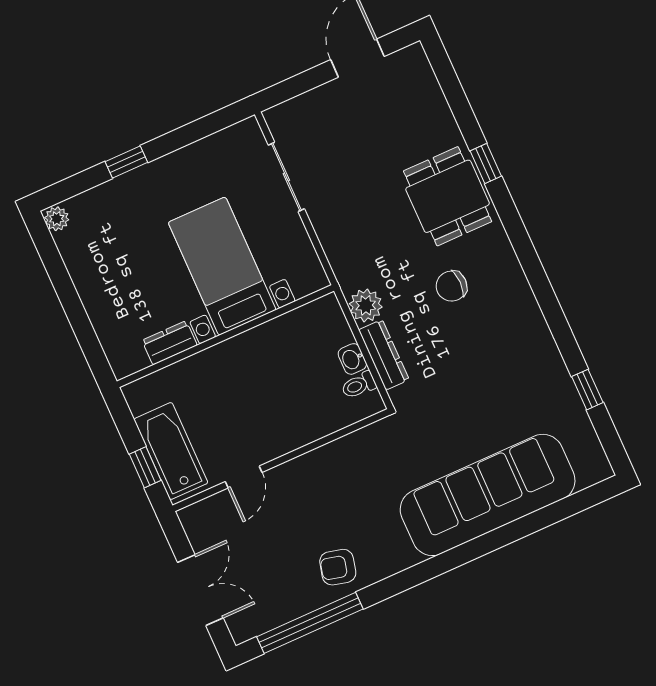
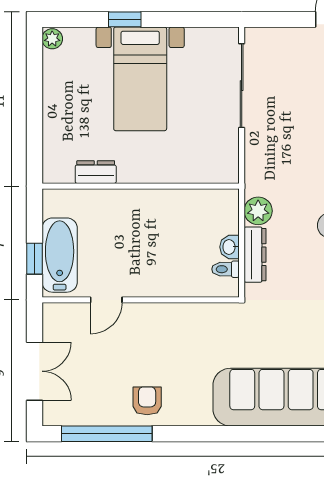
sliding door: (286, 177) -> (242, 86), width x1.37
bed with nightstands: (222, 266) -> (140, 79), moved, turned 180
armchair: (338, 567) -> (147, 401), turned 76

